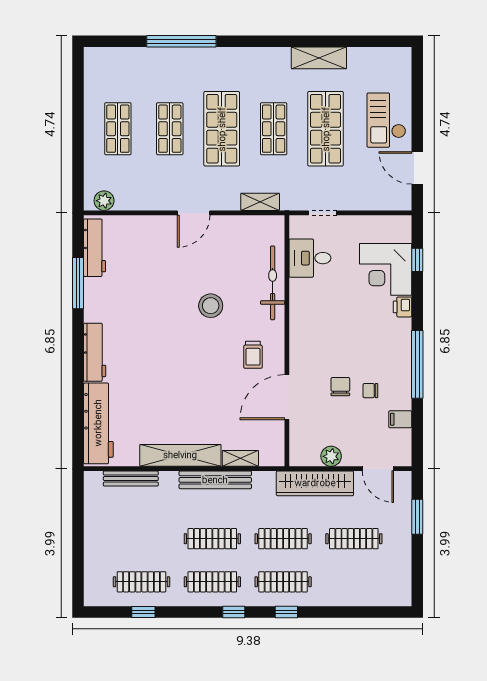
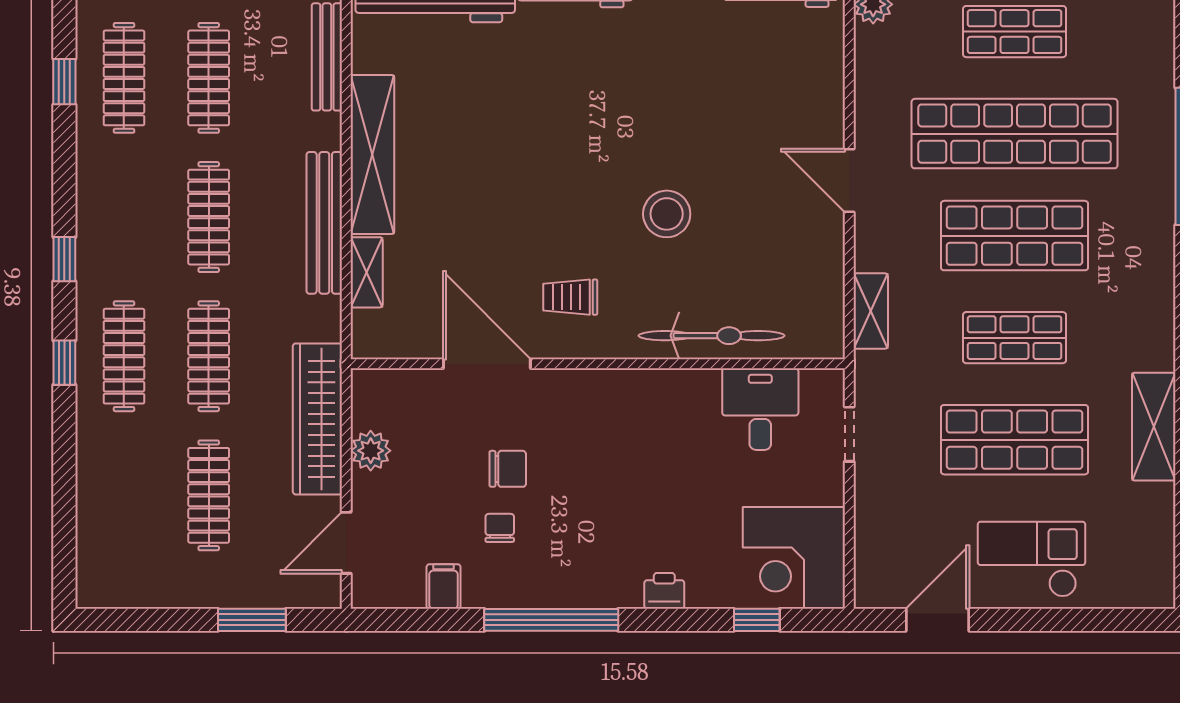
shop shelf: (170, 129) -> (1015, 134), width x2.00, depth x1.36
corner desk: (386, 269) -> (794, 558), moved, turned -90
clothes rail: (212, 582) -> (209, 78), moved

